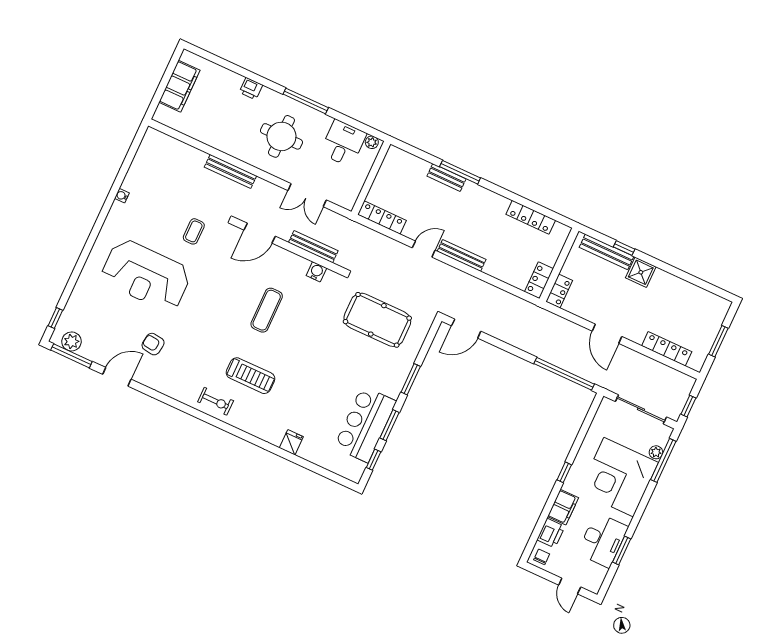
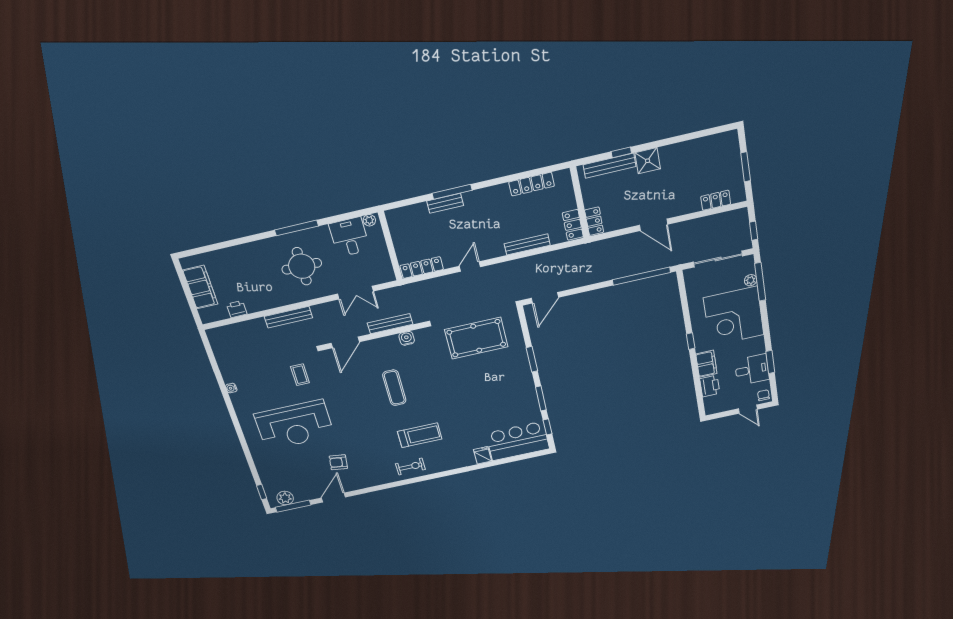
printer: (251, 89) -> (237, 309), moved, turned 180
bench: (462, 255) -> (527, 244), moved
locker: (667, 349) -> (716, 200), width x0.66
bar counter: (365, 424) -> (518, 441), moved, turned 90
desk: (603, 540) -> (752, 370), width x0.73
chair: (542, 557) -> (764, 395), moved

